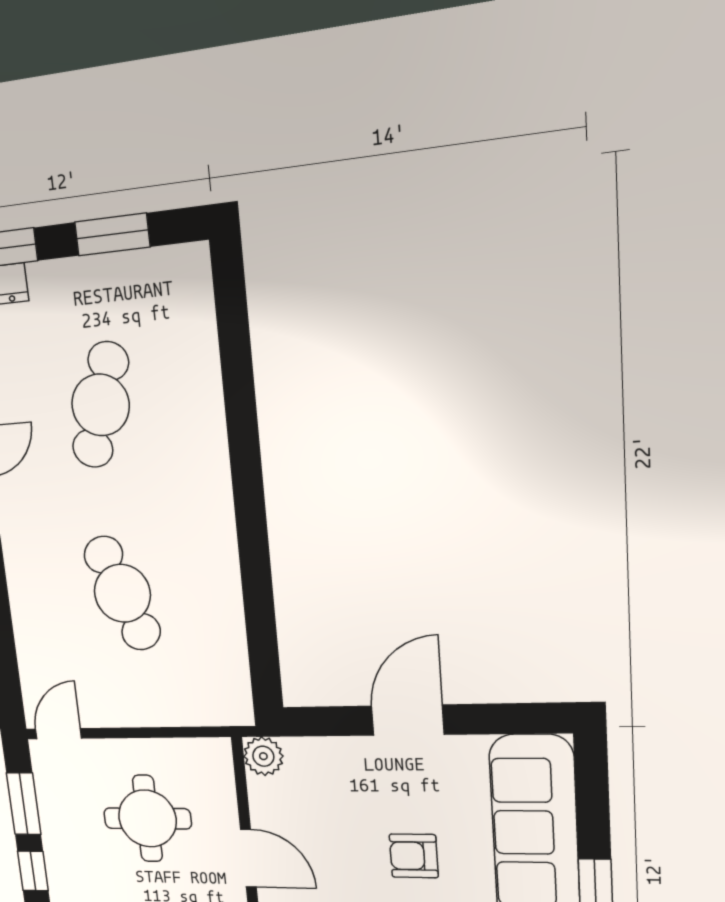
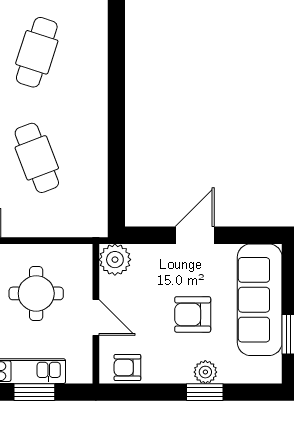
plant: (263, 756) -> (115, 260), width x1.36, depth x1.36
armchair: (414, 856) -> (193, 314), width x1.38, depth x1.38

